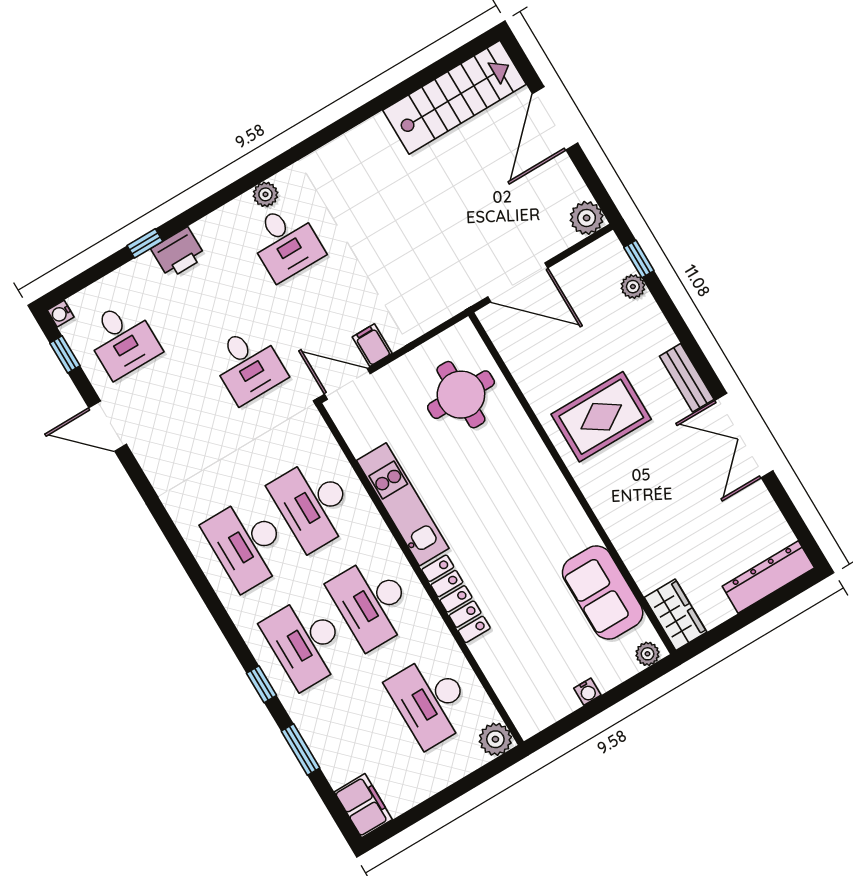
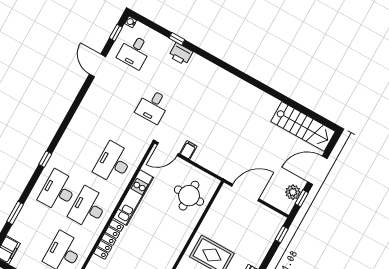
window: (592, 180) -> (302, 198), added
plant: (265, 194) -> (223, 75), removed
plant: (587, 218) -> (293, 192), moved
desk: (286, 242) -> (209, 93), removed
door: (518, 282) -> (245, 193), swing flipped
plant: (633, 287) -> (270, 238), removed
door: (347, 384) -> (168, 149), swing flipped
desk: (247, 544) -> (83, 146), removed
window: (262, 684) -> (45, 159), moved

